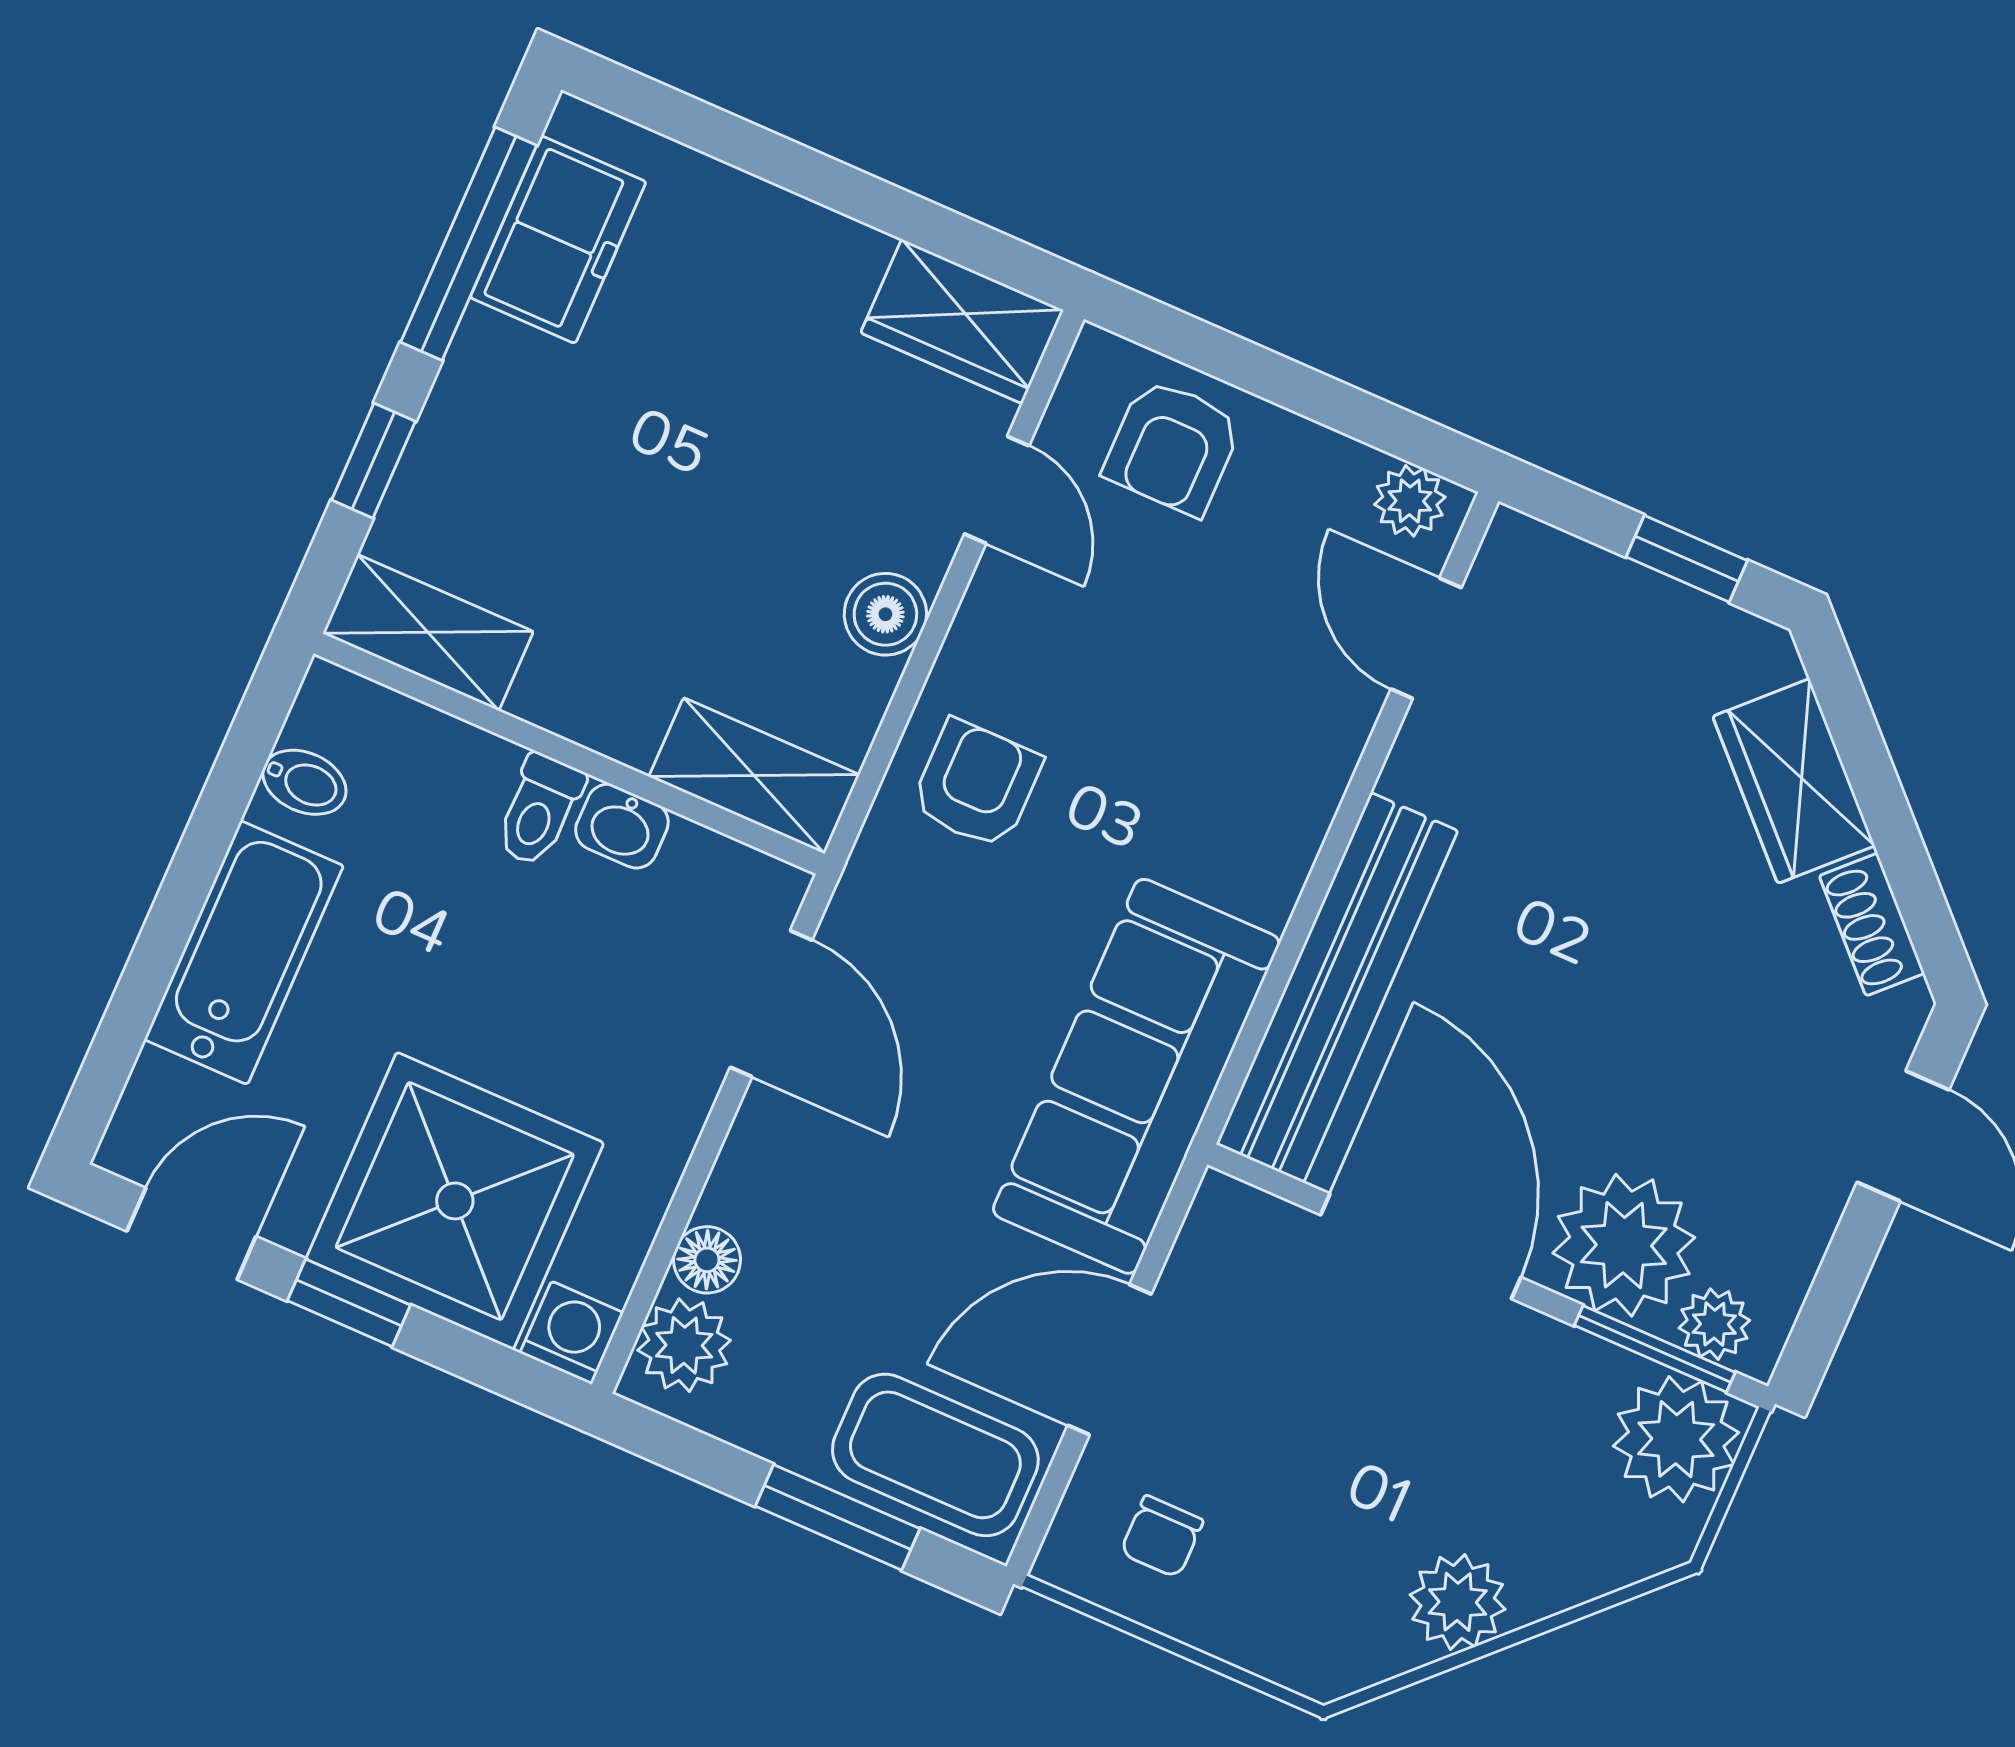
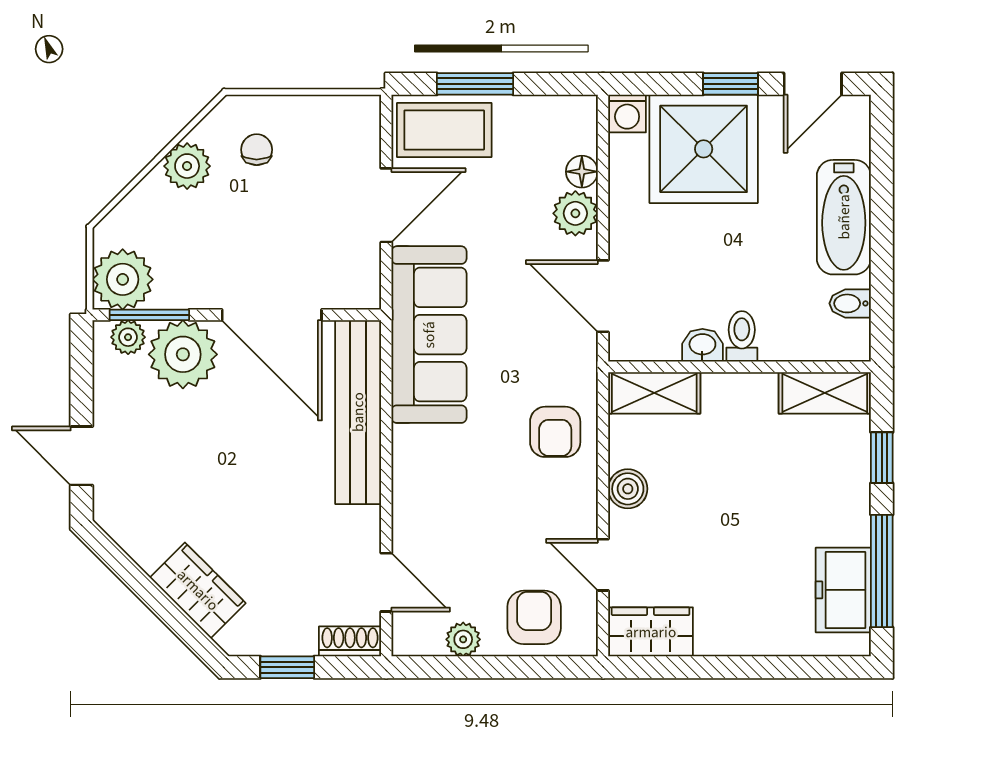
plant: (1410, 501) -> (463, 639), moved
shoe rack: (1872, 925) -> (350, 641), moved, turned -45
plant: (684, 1345) -> (575, 213), moved
chair: (1162, 1537) -> (257, 150), moved

